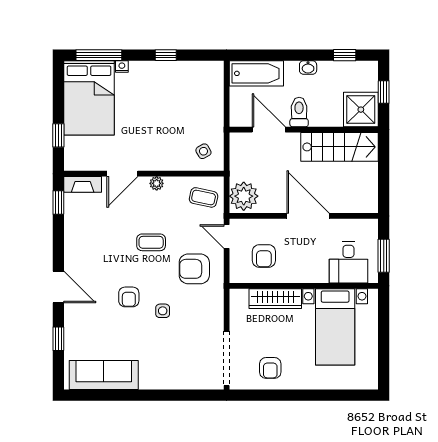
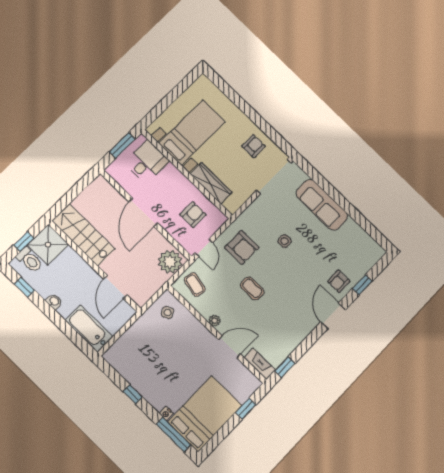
toilet: (299, 112) -> (30, 260), moved, turned -90
armchair: (129, 297) -> (339, 281), moved, turned 180
sofa: (104, 375) -> (322, 205), moved

